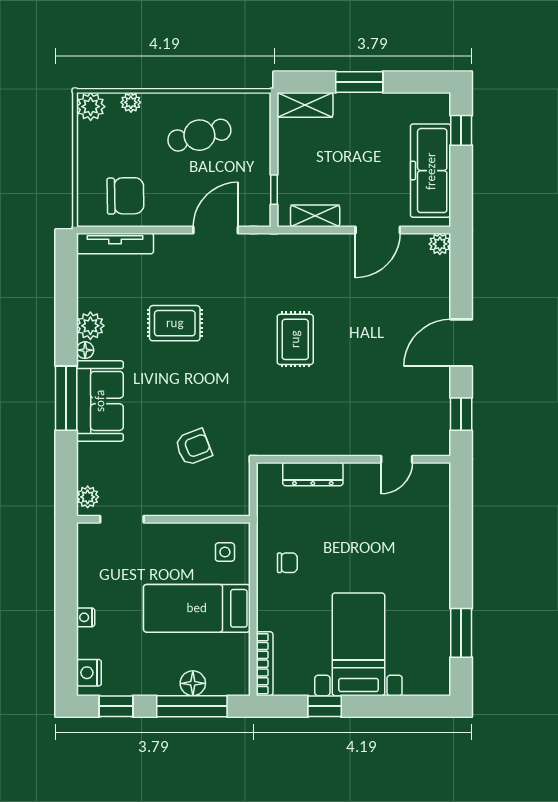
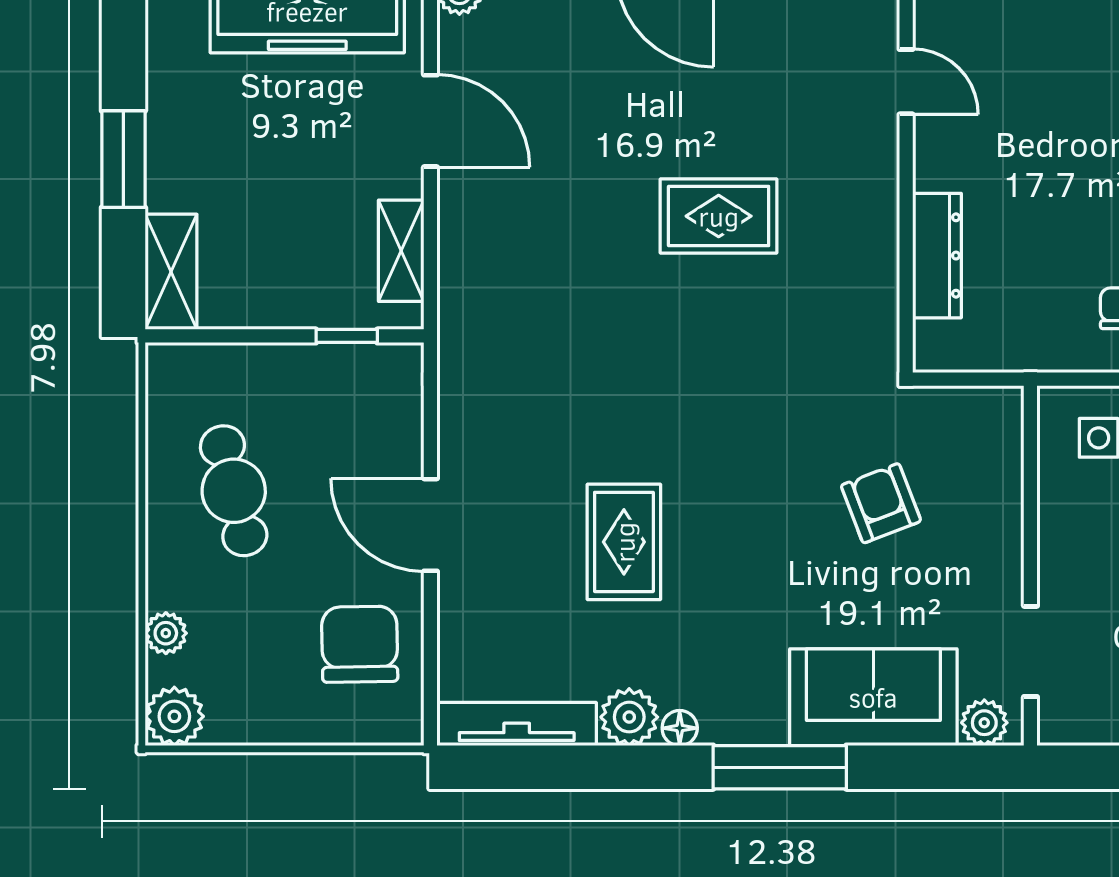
door: (216, 230) -> (430, 525), moved
tv unit: (115, 243) -> (517, 724), moved, turned -90
rug: (295, 339) -> (719, 216), moved
sofa: (100, 401) -> (873, 697), moved

